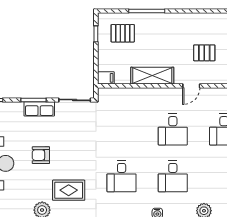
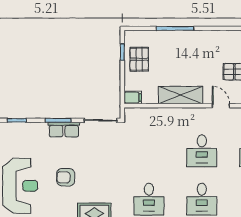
pallet: (123, 33) -> (139, 59), moved, turned 90
door: (191, 86) -> (221, 106), swing flipped

